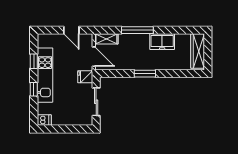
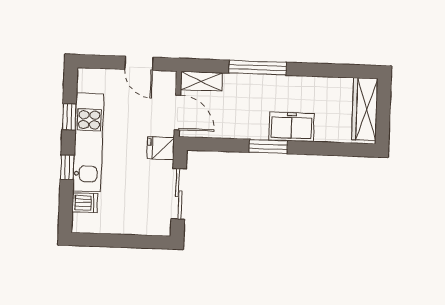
freezer: (162, 42) -> (292, 127), moved, turned 180
dishwasher: (44, 120) -> (85, 203), moved

